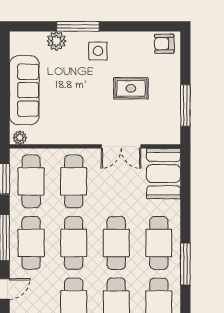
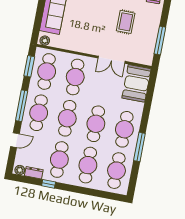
rug: (131, 88) -> (126, 22), turned 90

